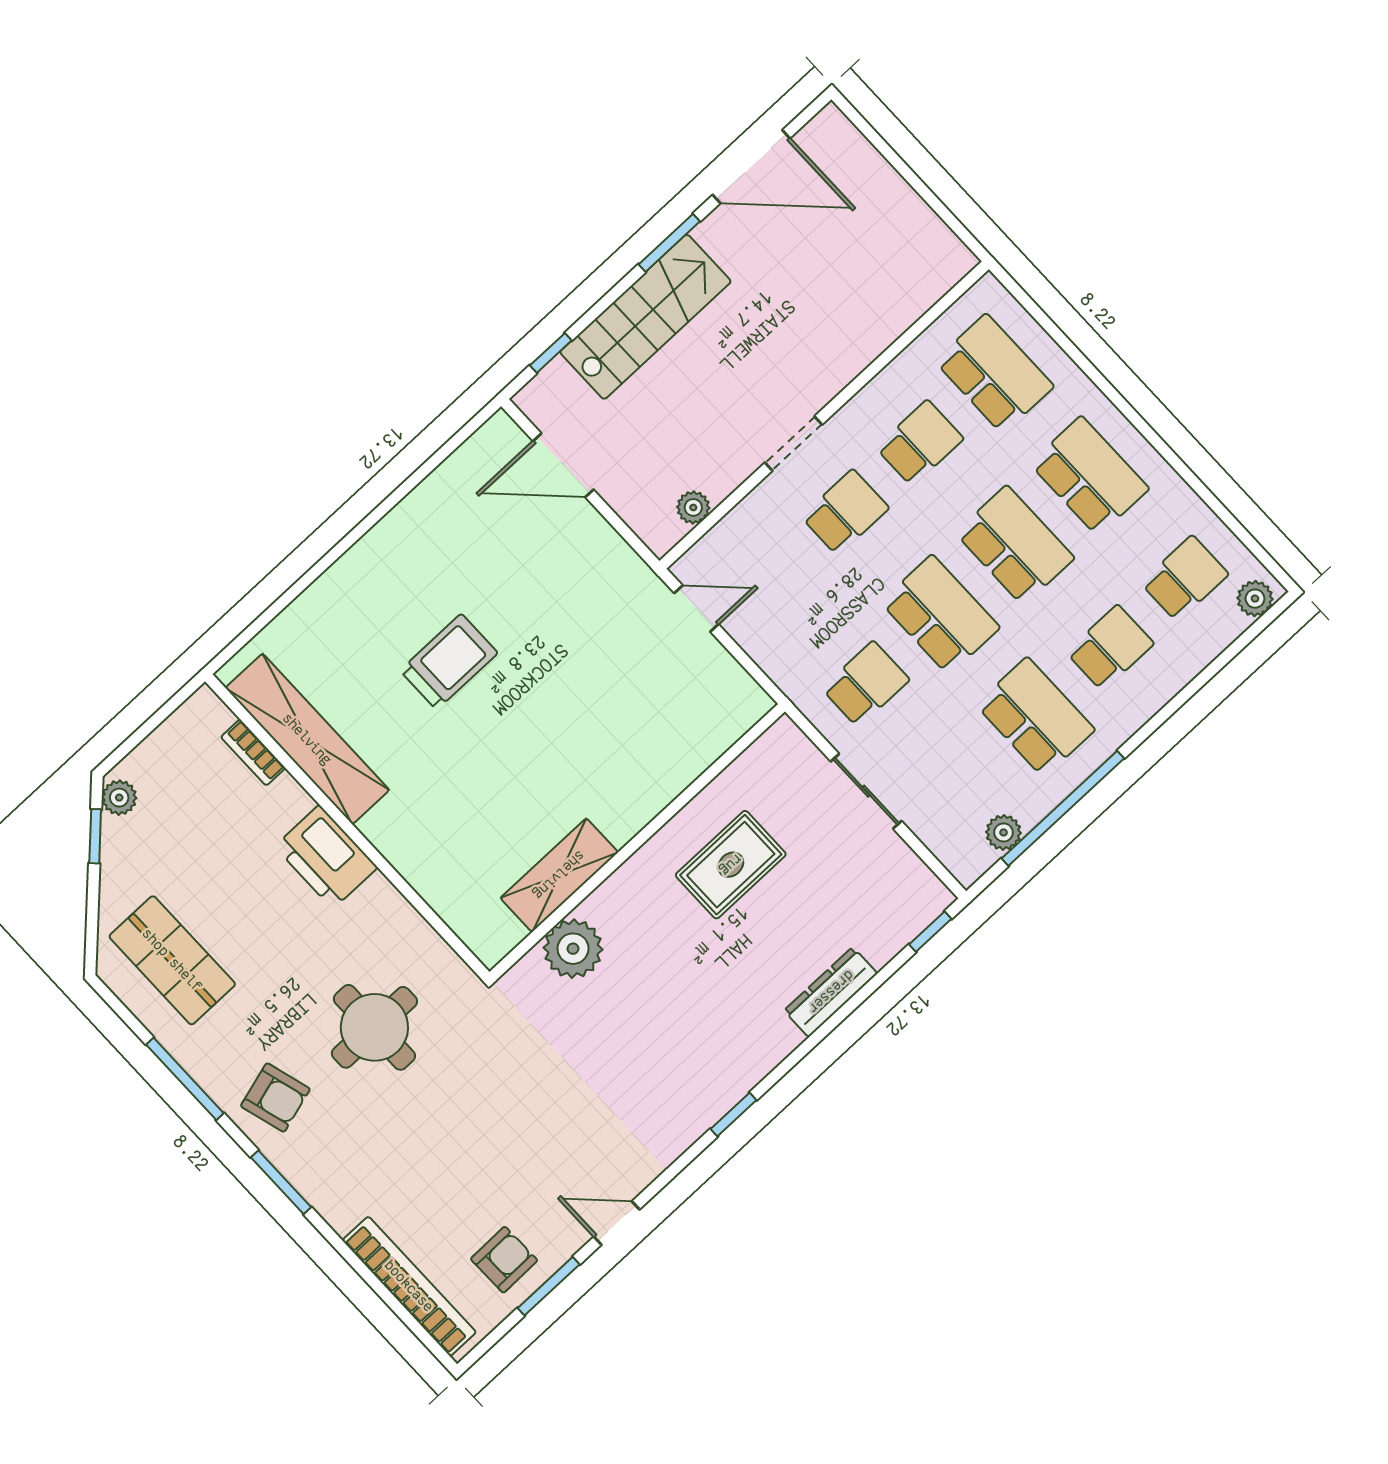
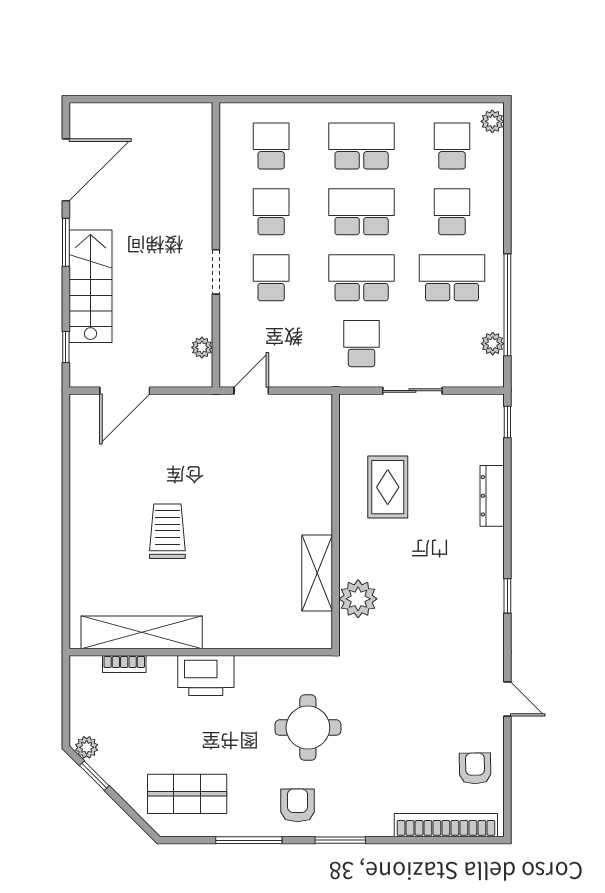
school desk: (994, 374) -> (271, 146), width x0.54
armchair: (275, 1098) -> (298, 805), turned -74
door: (617, 1223) -> (507, 699), swing flipped
window: (549, 1286) -> (507, 759), removed

